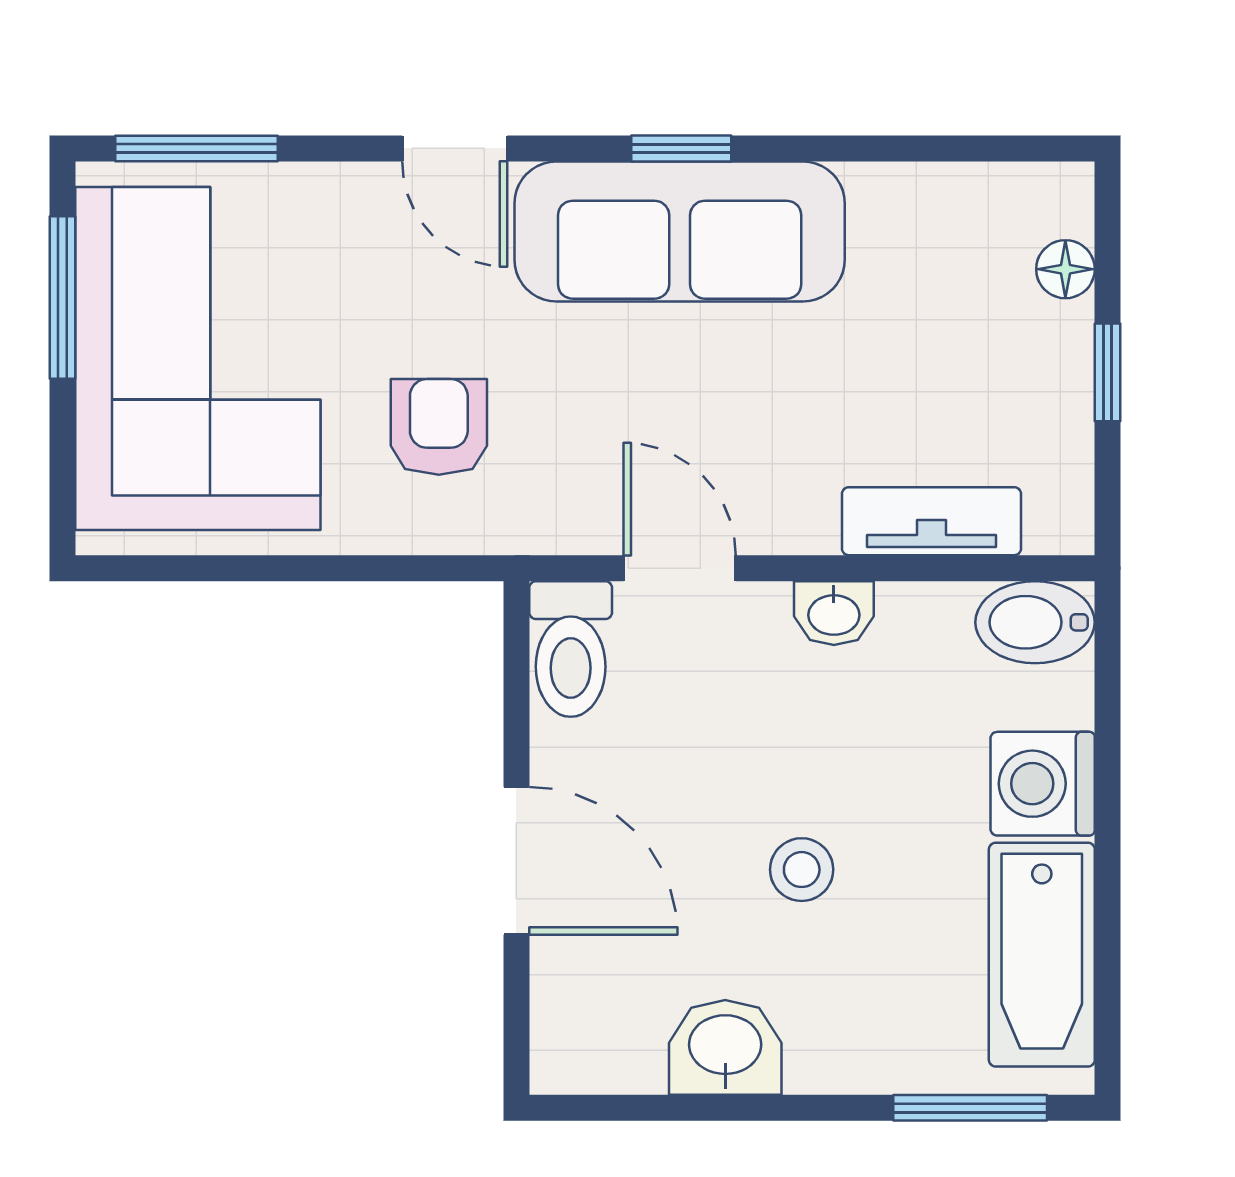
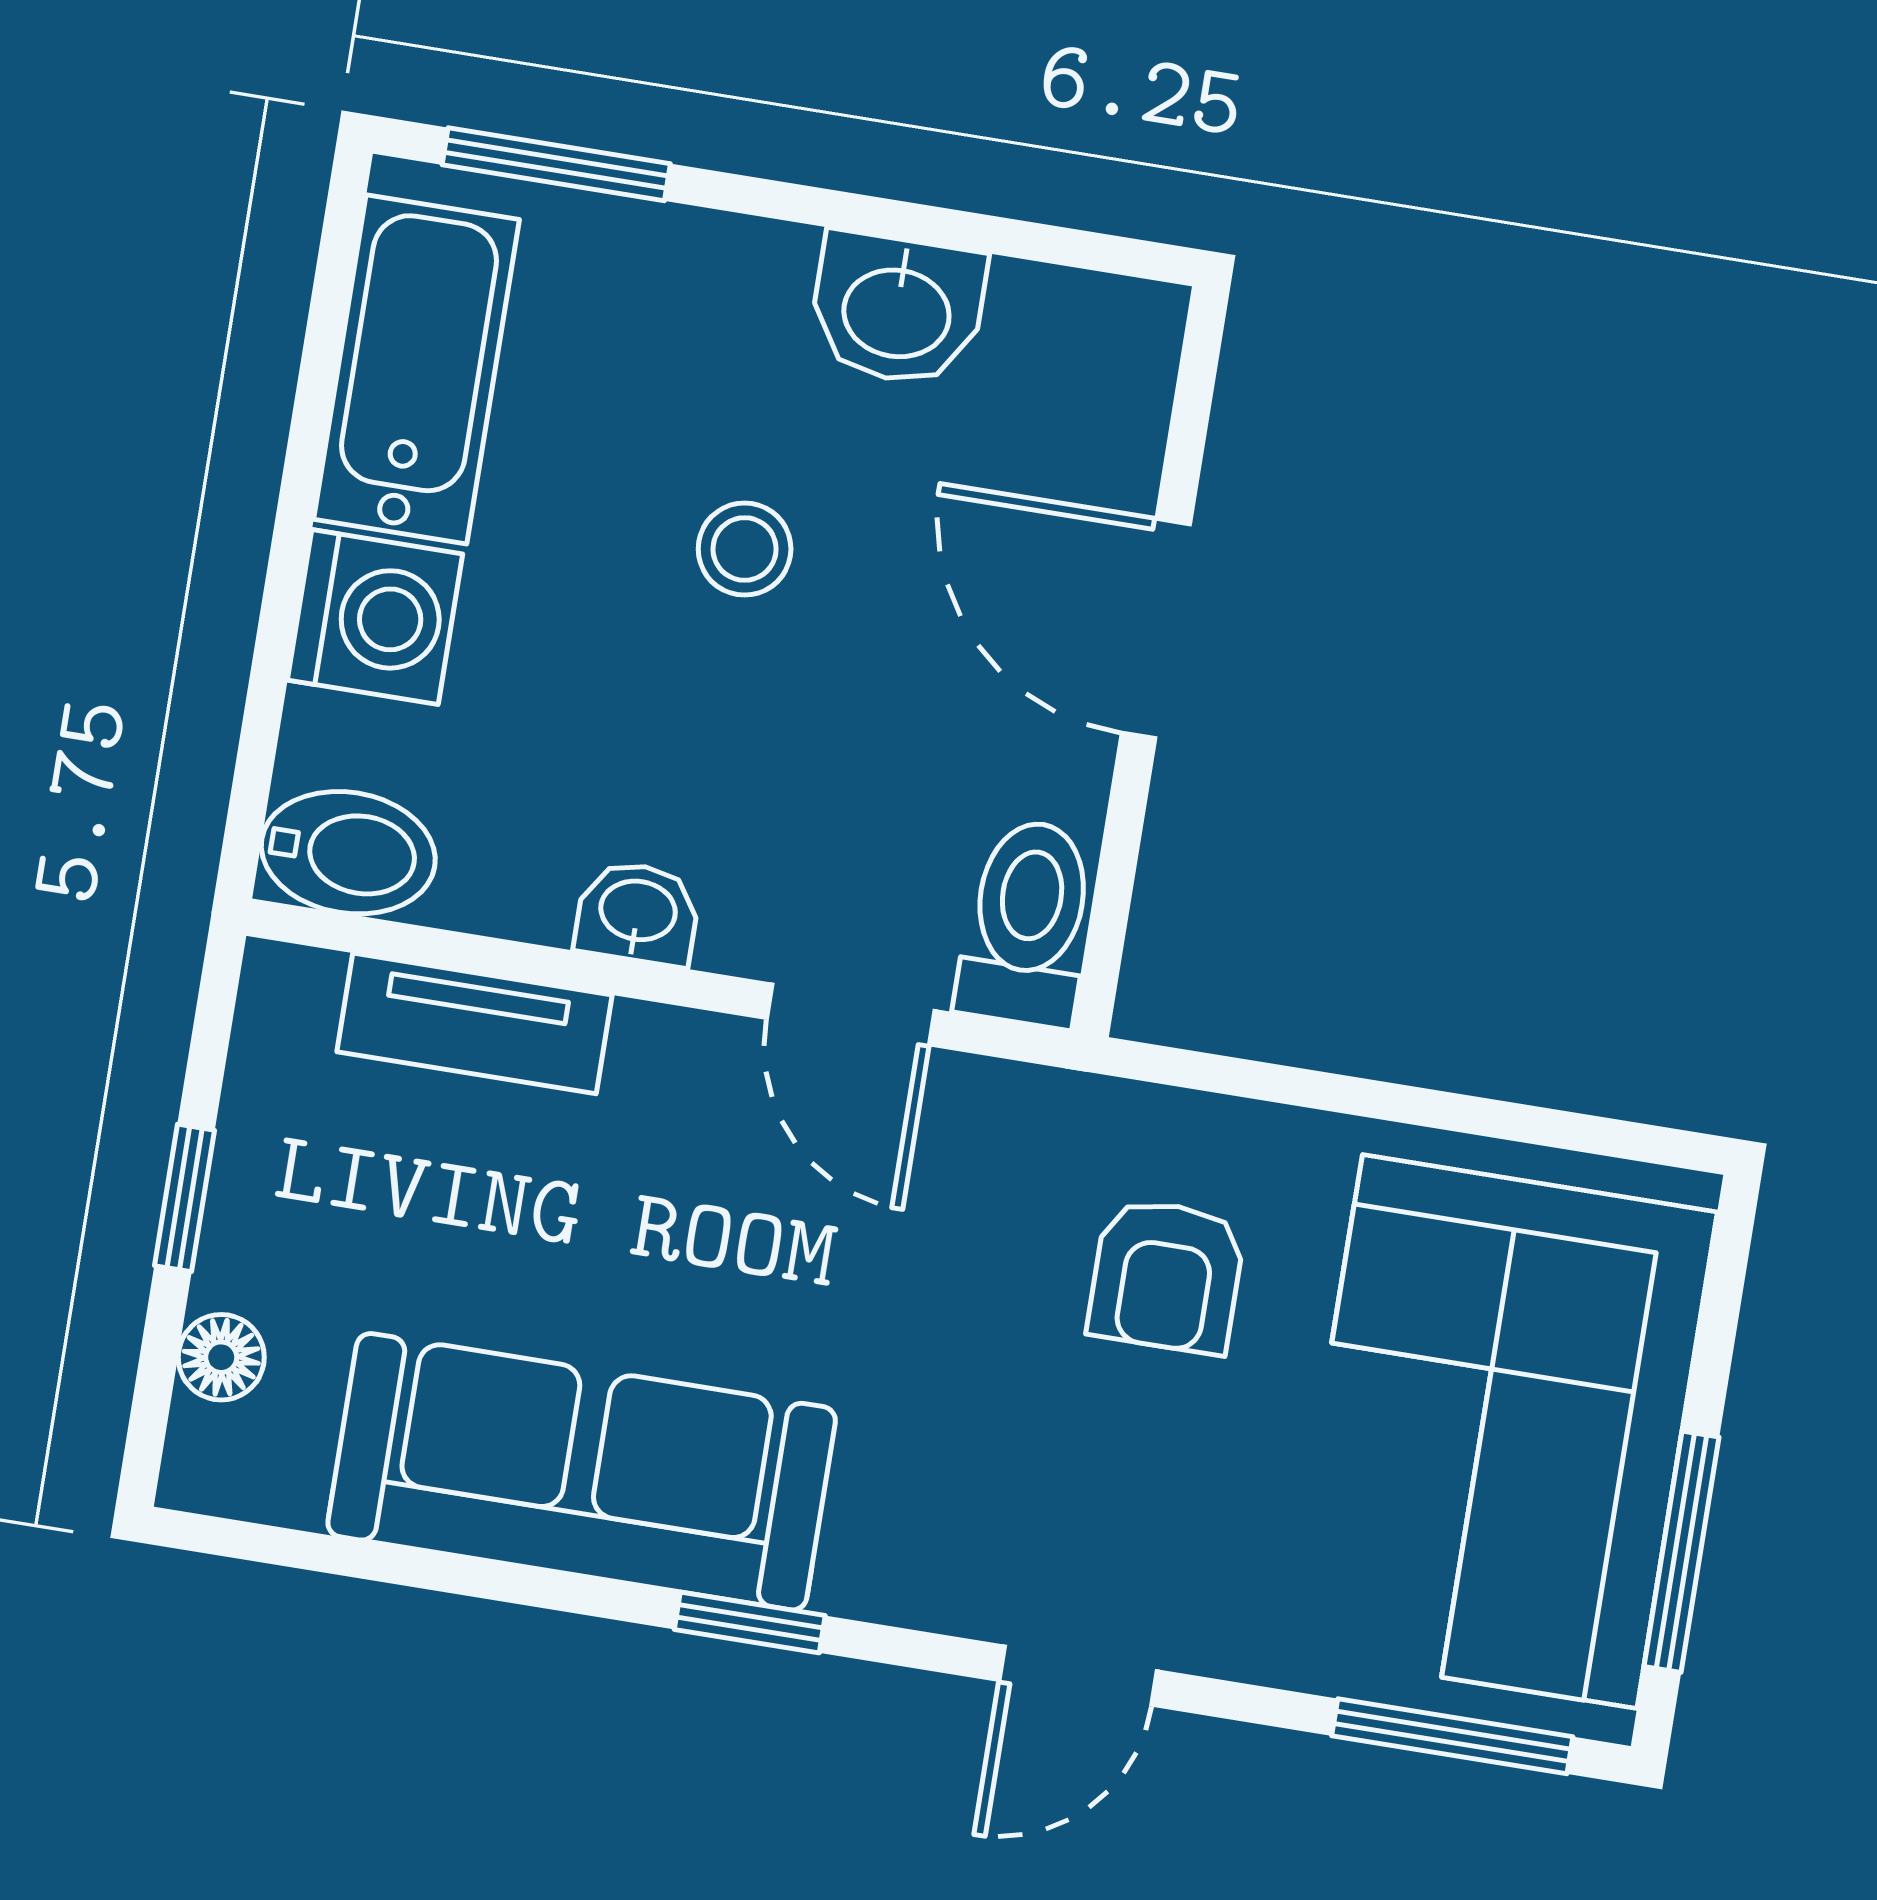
door: (455, 148) -> (1078, 1676), swing flipped
sofa: (680, 231) -> (582, 1472), moved

